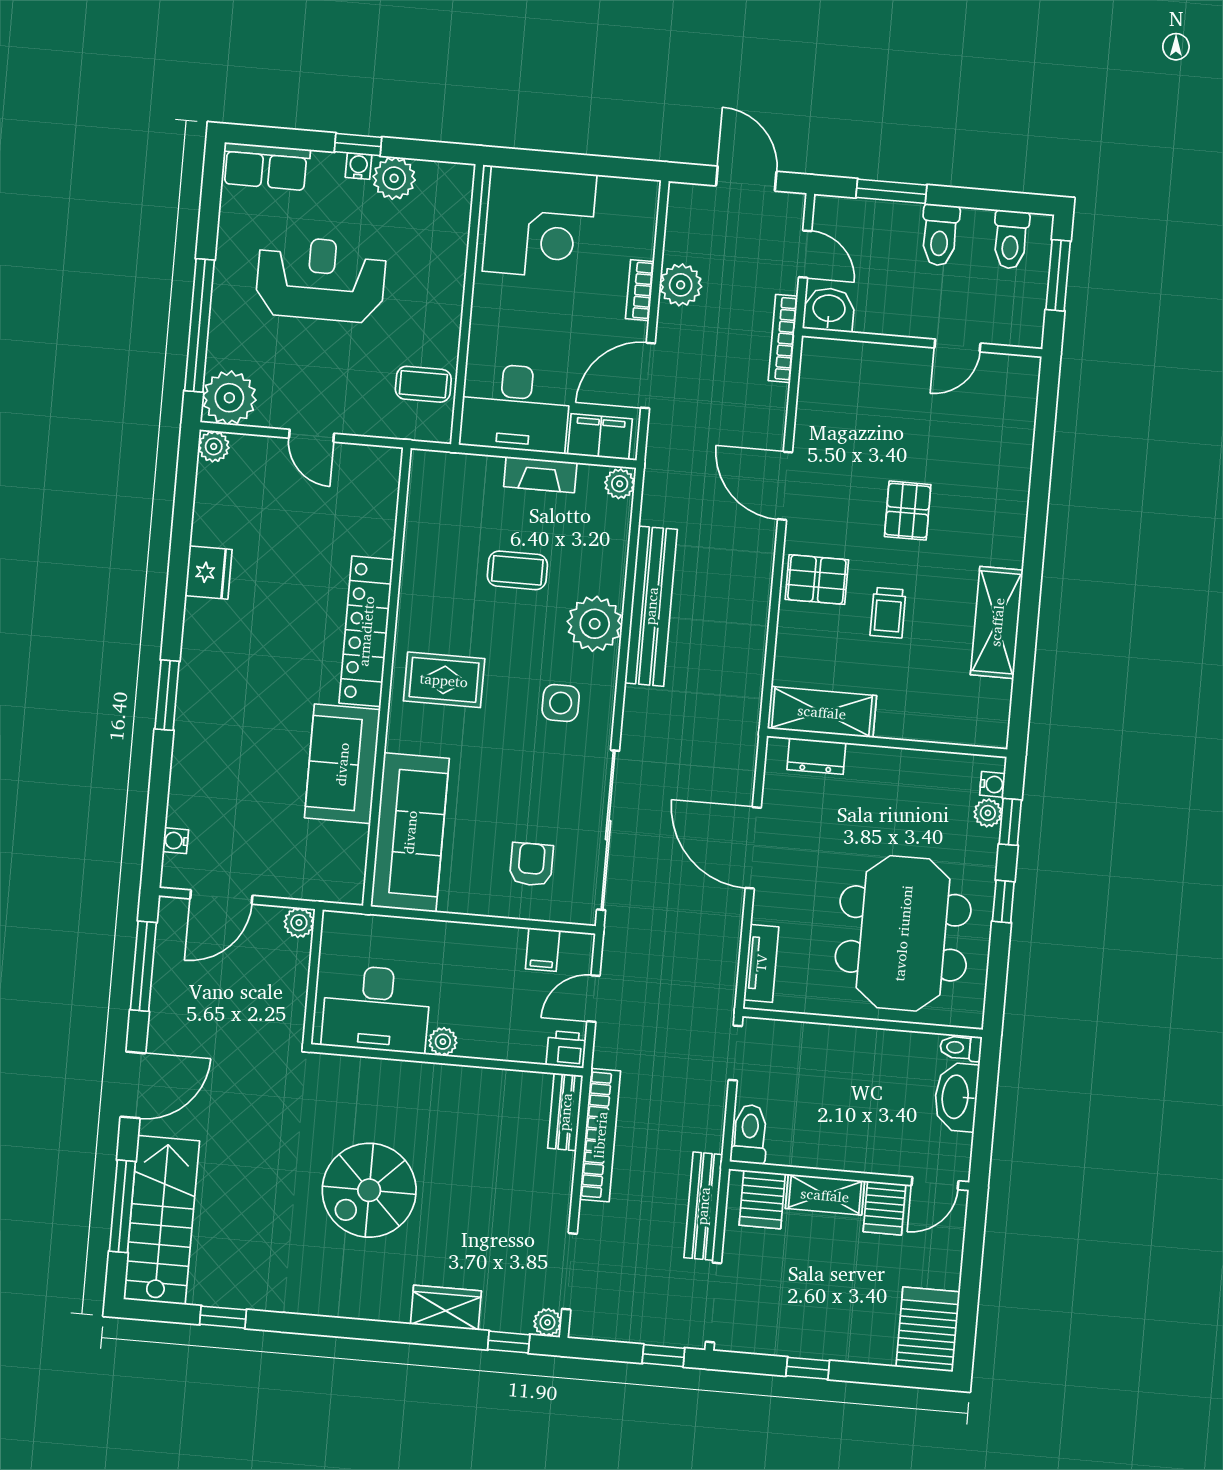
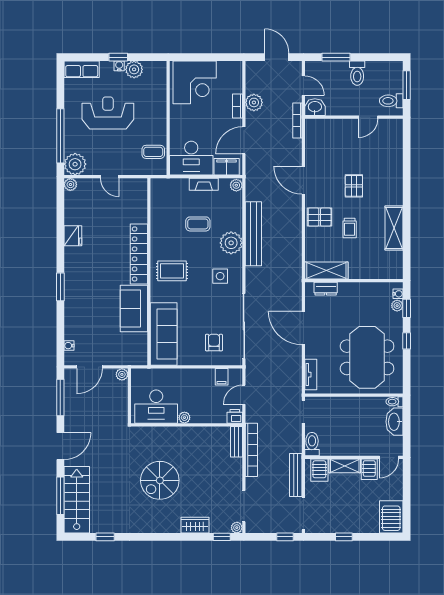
toilet: (1011, 240) -> (391, 101), moved, turned 90

